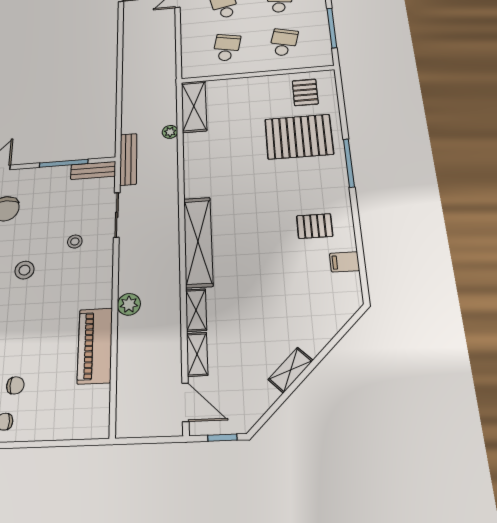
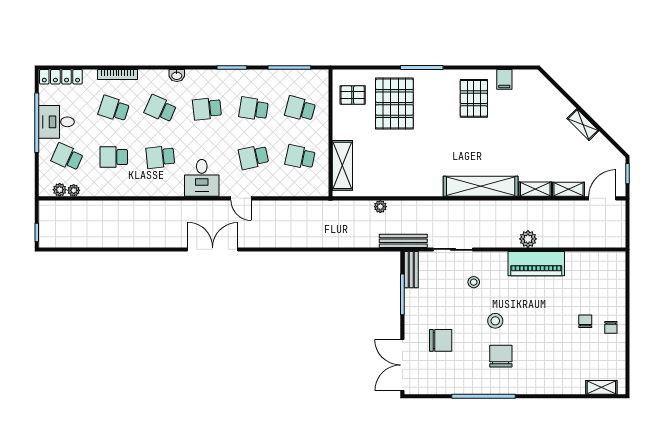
shelving: (194, 106) -> (342, 165), moved, turned 90
pallet: (315, 226) -> (474, 98), width x1.50, depth x1.42
piano: (95, 346) -> (536, 264), moved

